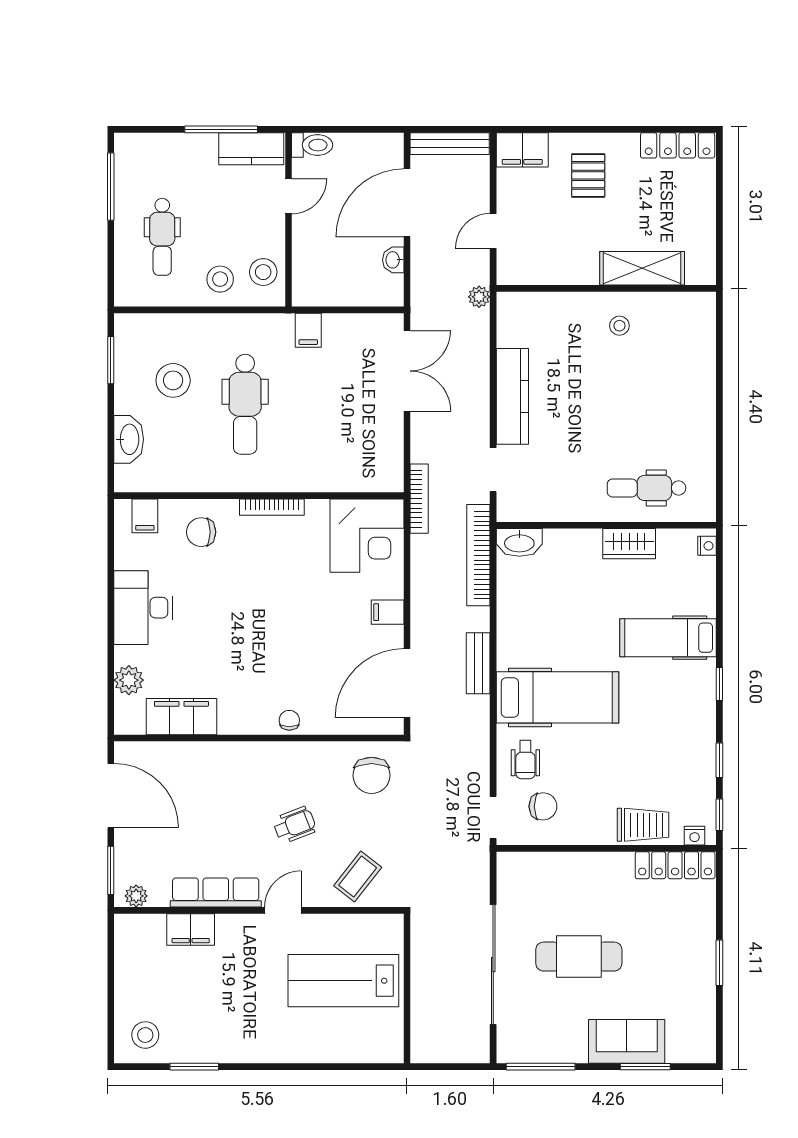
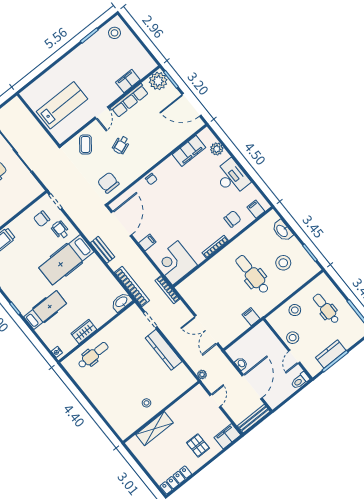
kitchen counter: (251, 149) -> (331, 354), moved
stool: (263, 272) -> (293, 338), moved
plant: (136, 896) -> (158, 81), width x1.87, depth x1.87

